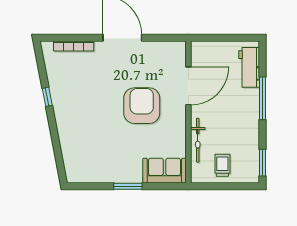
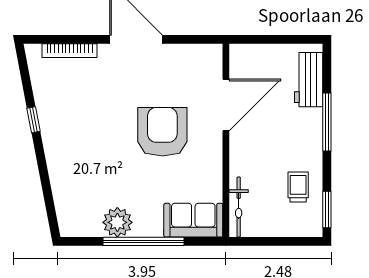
bicycle: (198, 140) -> (239, 207), moved
trolley: (222, 165) -> (298, 187), moved
plant: (109, 172) -> (117, 222), added
window: (128, 186) -> (143, 241), width x2.11

